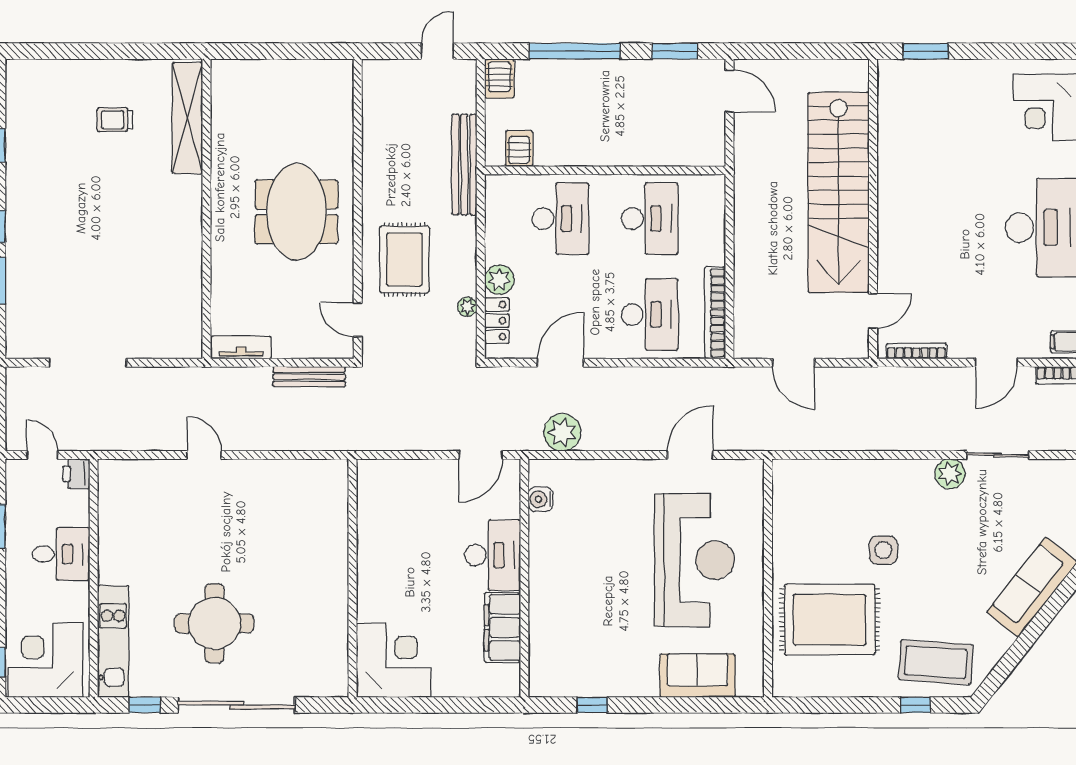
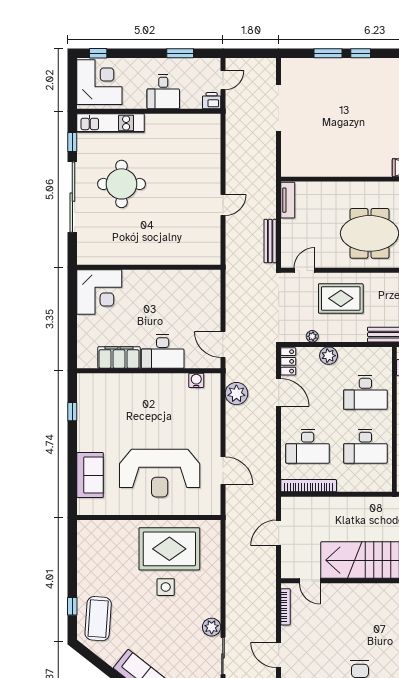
locker: (497, 321) -> (288, 361), moved, turned -90
door: (204, 455) -> (223, 205), moved
rug: (830, 620) -> (169, 549), moved, turned 90

